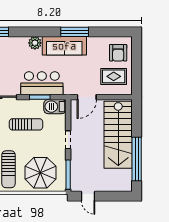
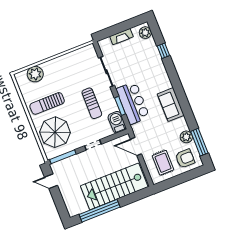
window: (75, 32) -> (199, 142), moved
plant: (35, 43) -> (186, 137), moved
sofa: (64, 46) -> (171, 105), width x0.73
armchair: (118, 53) -> (185, 159), turned 180
door: (88, 196) -> (51, 181), hinge flipped

